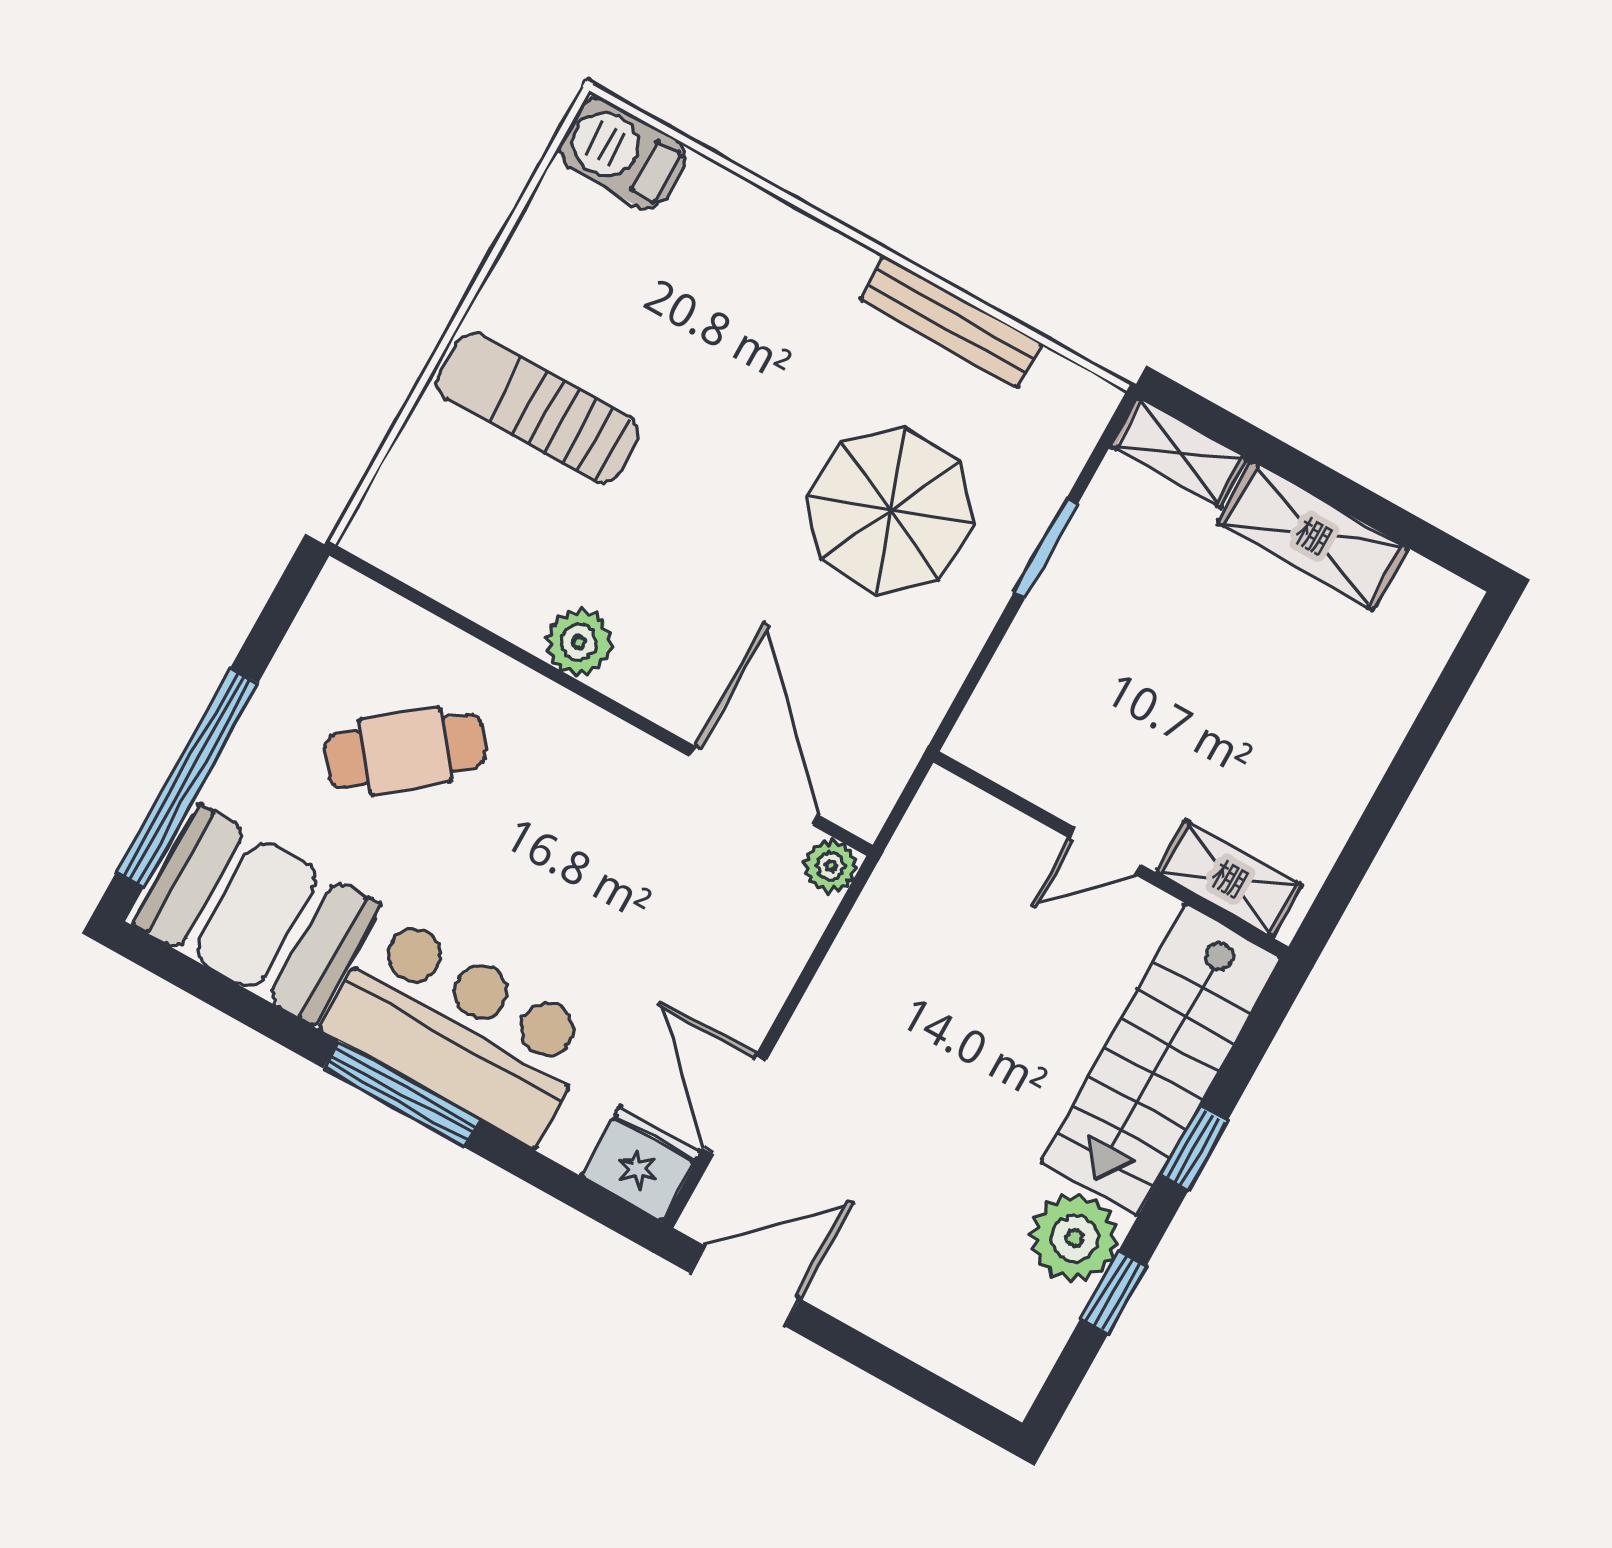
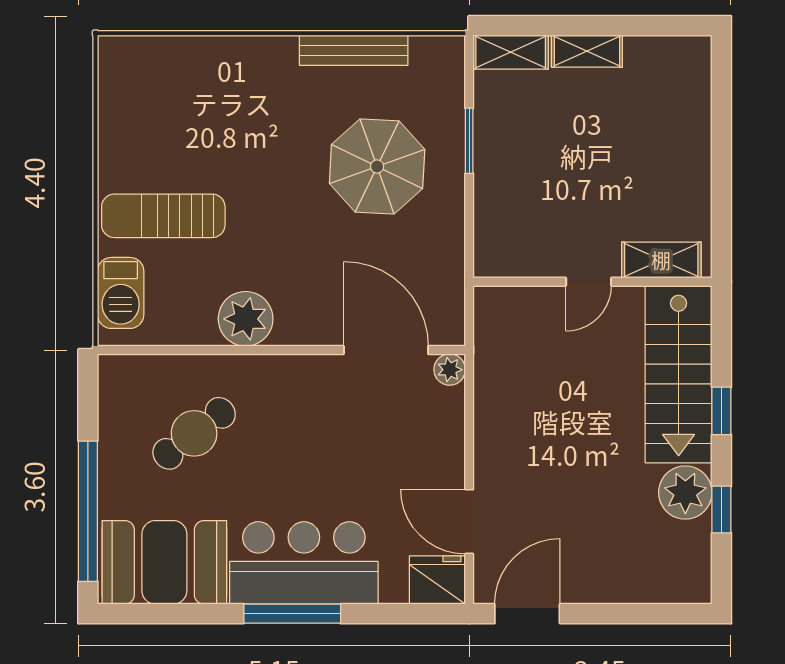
barbecue: (622, 153) -> (121, 293), moved, turned -90
shelving: (1313, 536) -> (587, 51), width x0.67, depth x0.75
plant: (579, 642) -> (246, 319), width x1.36, depth x1.36

